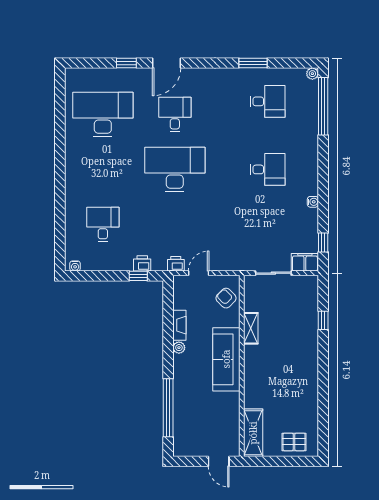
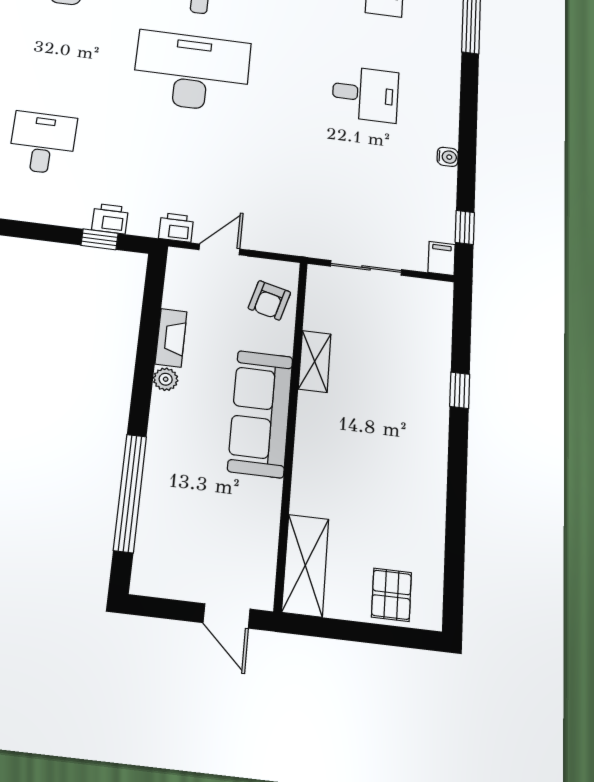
filing cabinet: (305, 262) -> (442, 258), width x0.50
armchair: (226, 298) -> (269, 300), turned -120
window: (323, 320) -> (460, 390), moved
pallet: (294, 442) -> (391, 595), turned 90

